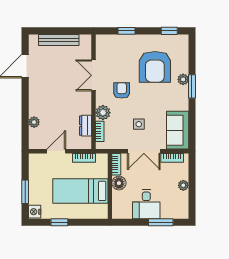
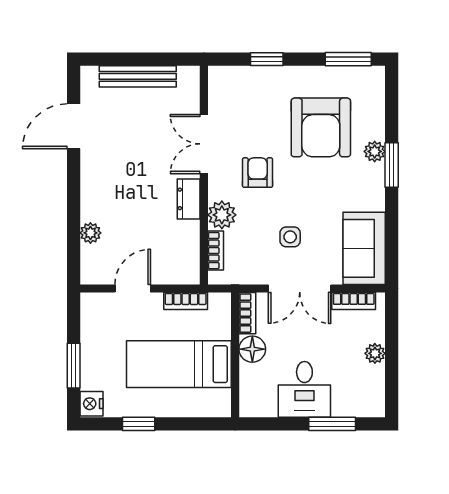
window: (169, 31) -> (348, 59), width x1.50
dresser: (86, 126) -> (189, 199), moved

